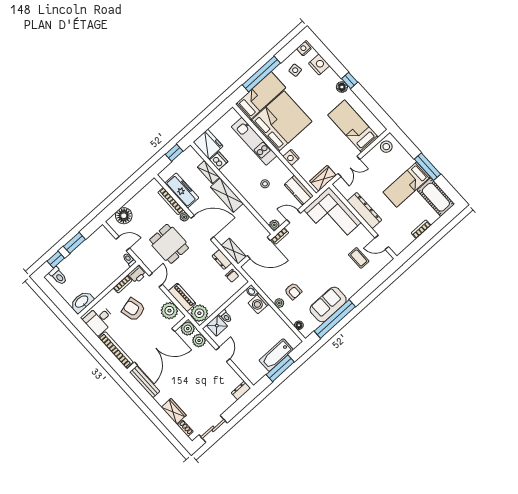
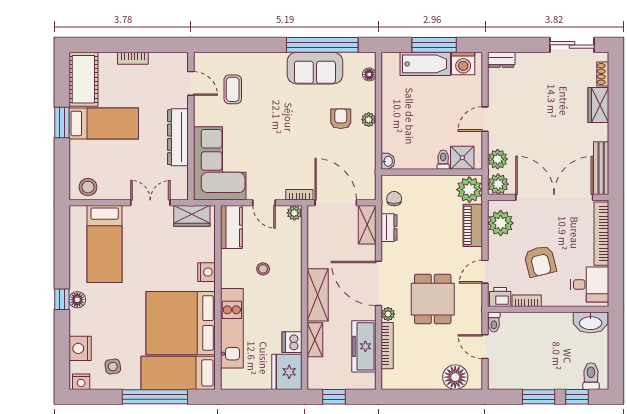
window: (427, 167) -> (62, 122), width x0.69
washing machine: (258, 303) -> (463, 64), moved, turned 90

